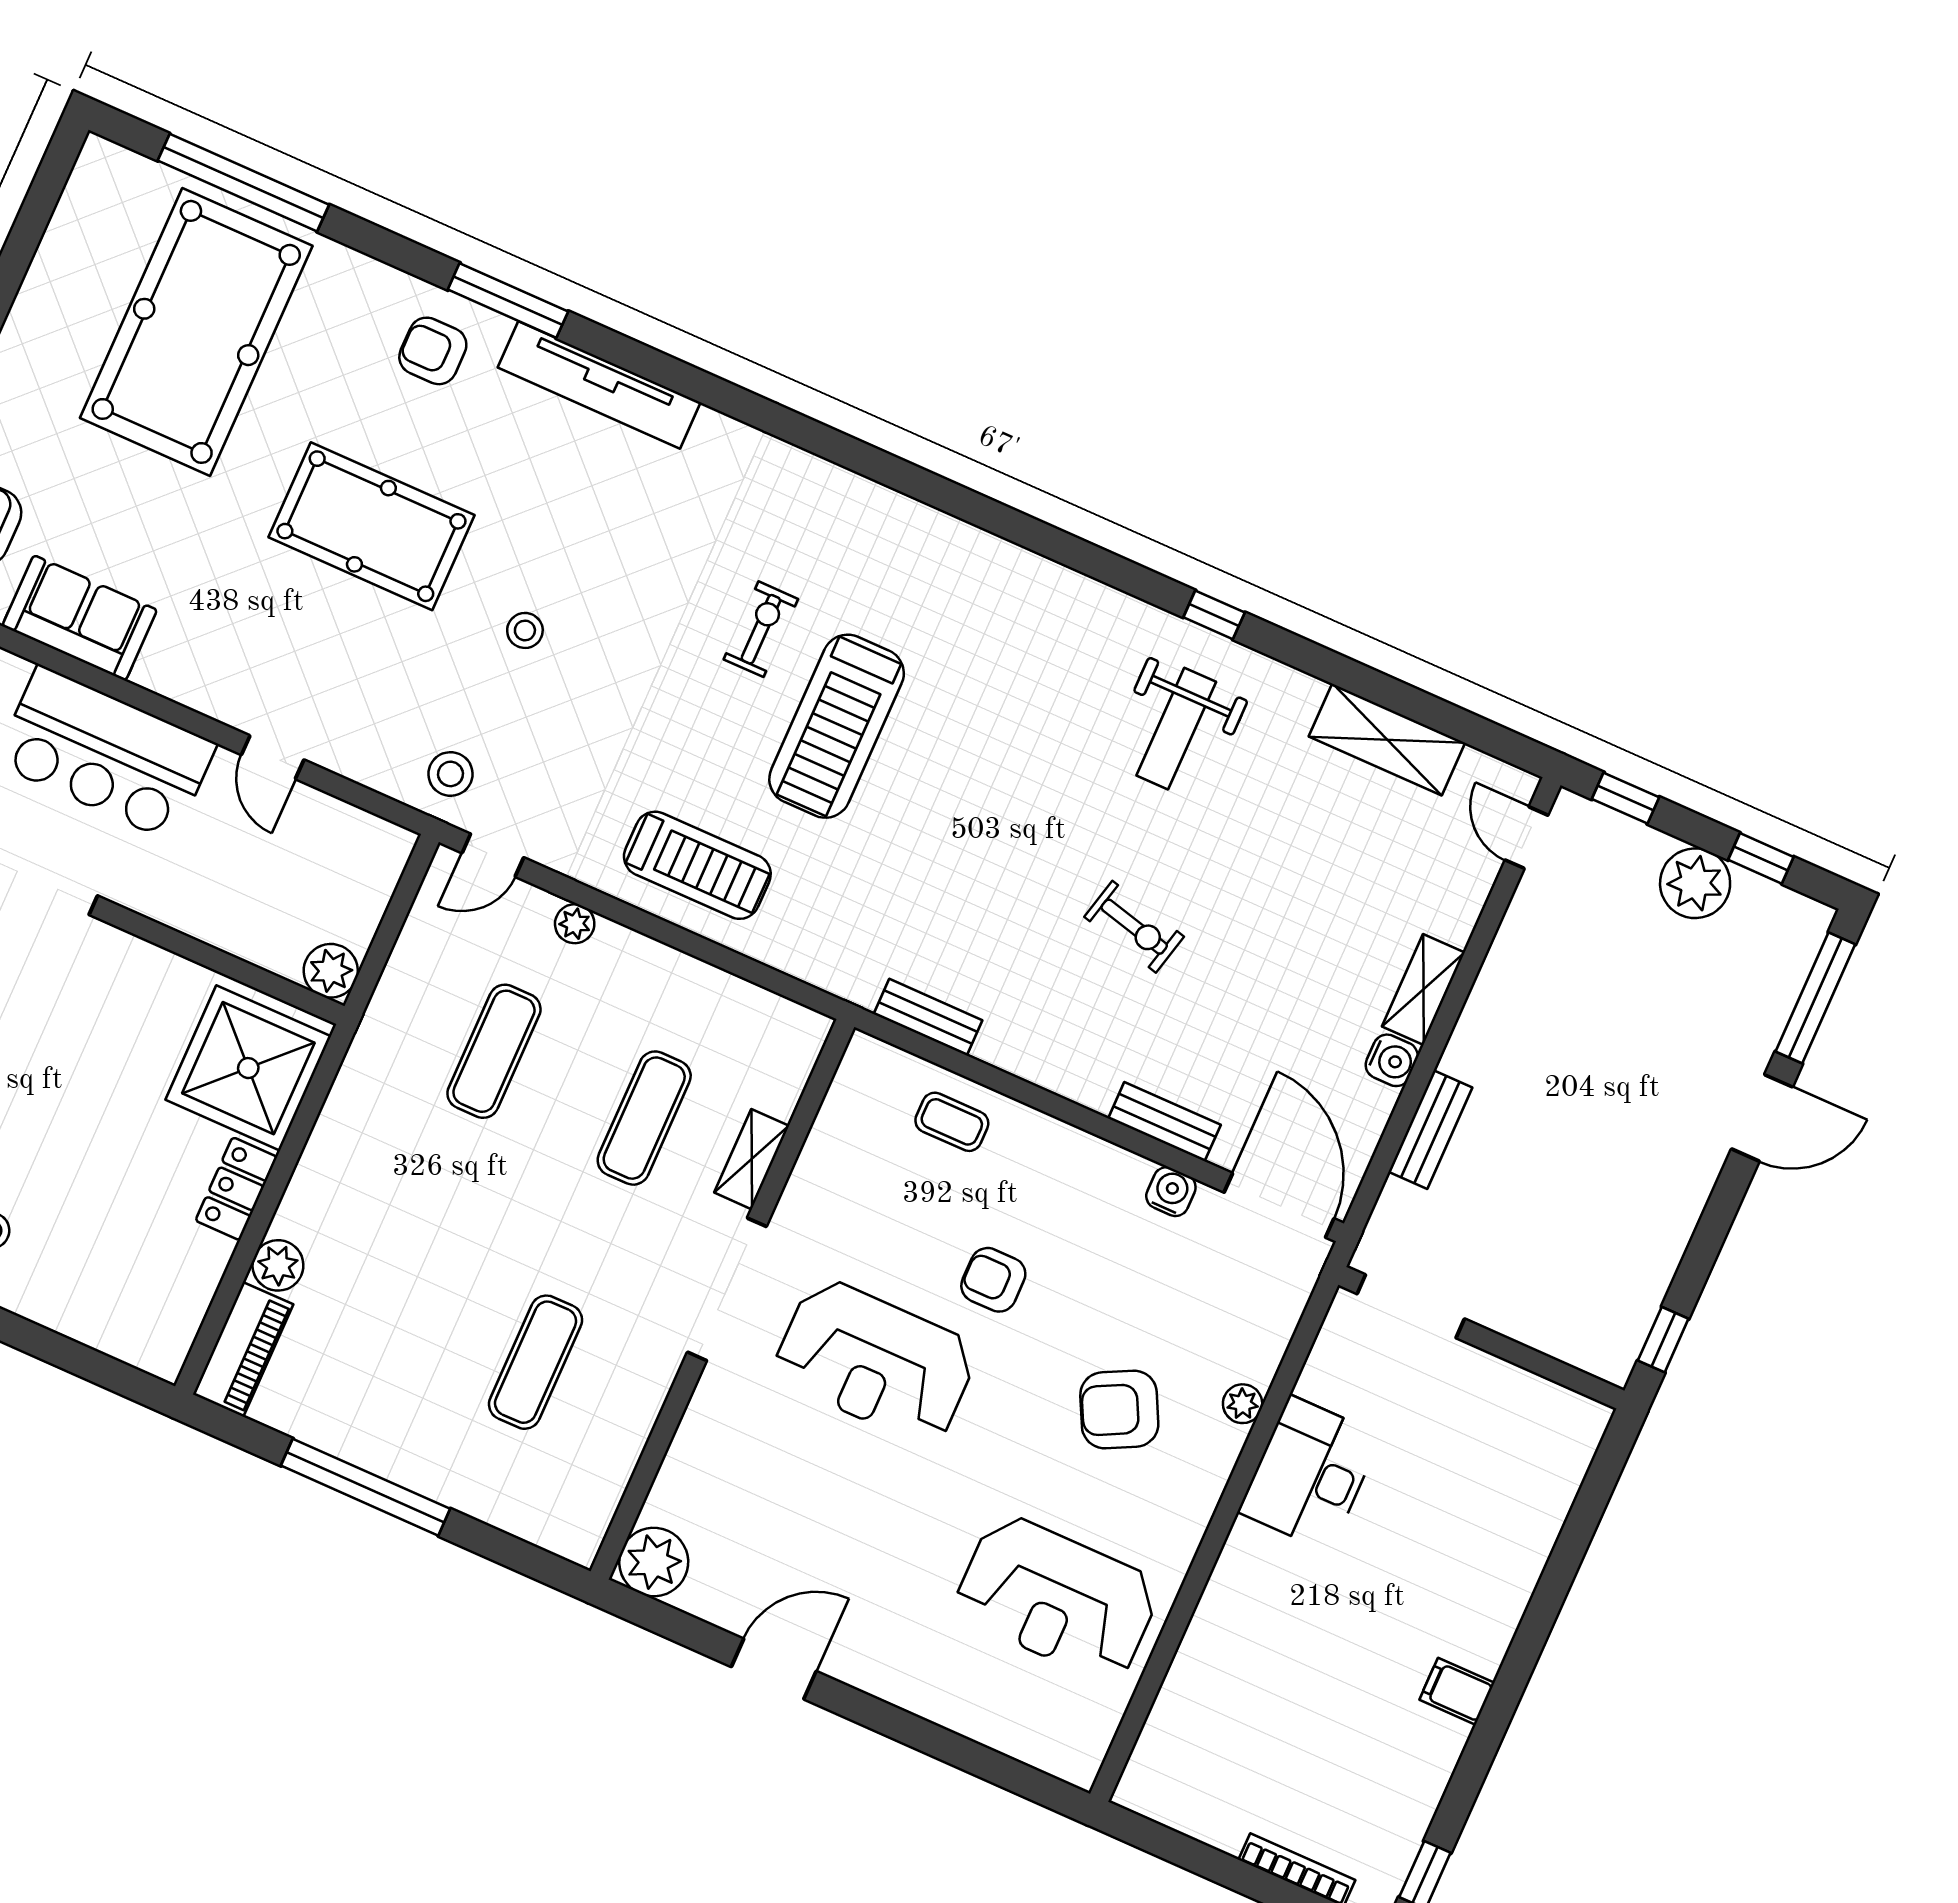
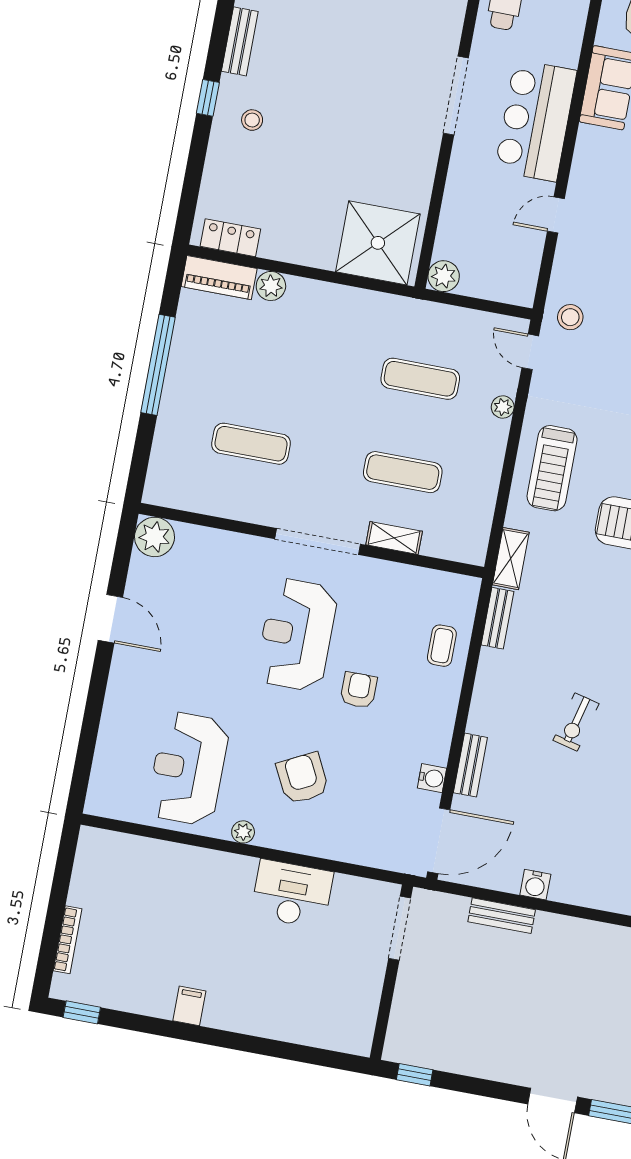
shelving: (1423, 990) -> (511, 559), moved, turned 90
locker: (236, 1189) -> (230, 238), moved
plant: (1243, 1404) -> (243, 832), moved

